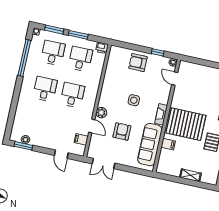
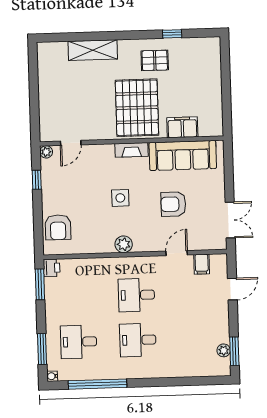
window: (78, 35) -> (40, 284), moved
desk: (80, 59) -> (77, 297), removed
armchair: (138, 63) -> (58, 227), moved
plant: (101, 113) -> (124, 244), moved
filing cabinet: (168, 144) -> (182, 127), width x2.00
shelving: (190, 175) -> (214, 81), removed

